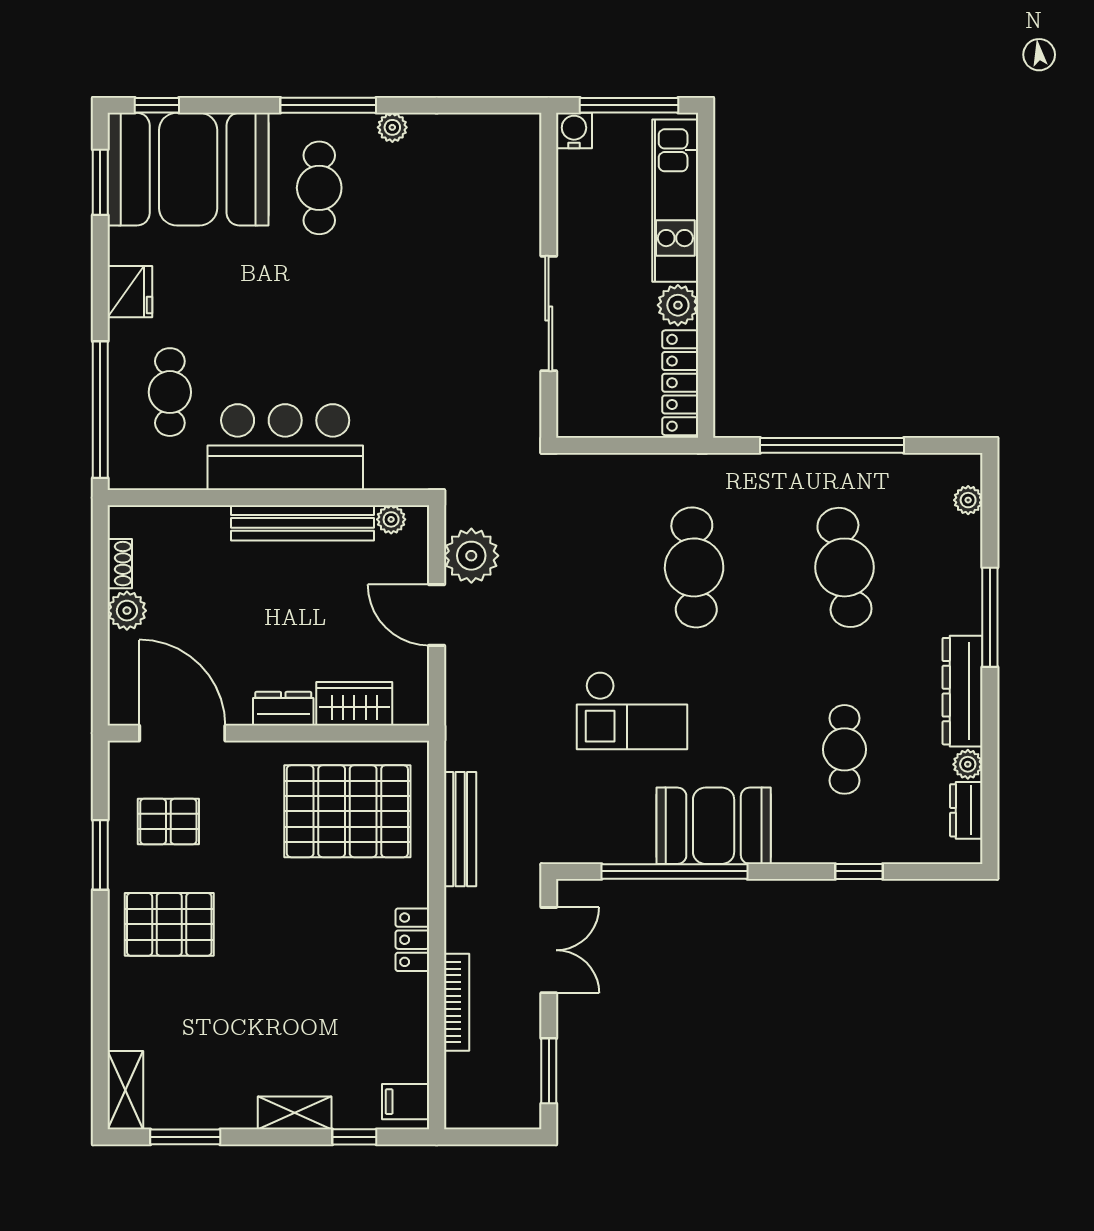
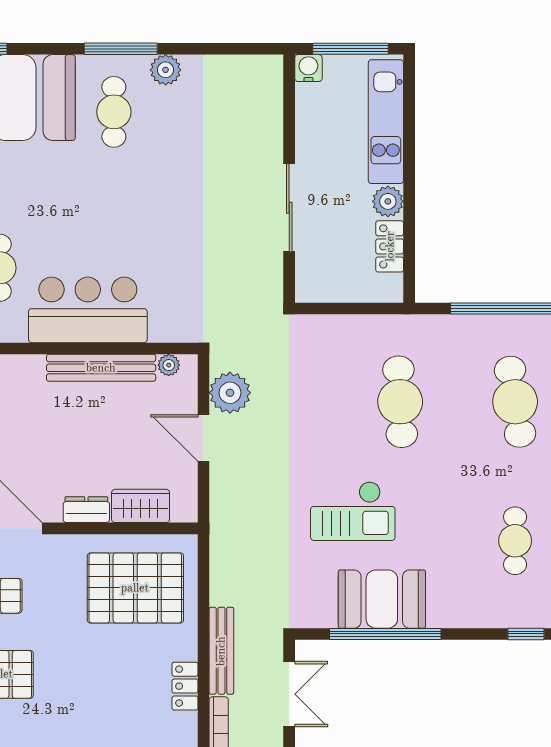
plant: (392, 127) -> (166, 70), width x1.38, depth x1.38
locker: (680, 383) -> (390, 246), width x0.66
booth: (714, 826) -> (382, 599), moved
bench: (460, 829) -> (221, 651), moved

